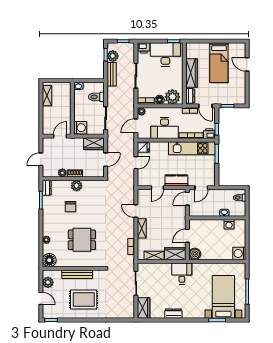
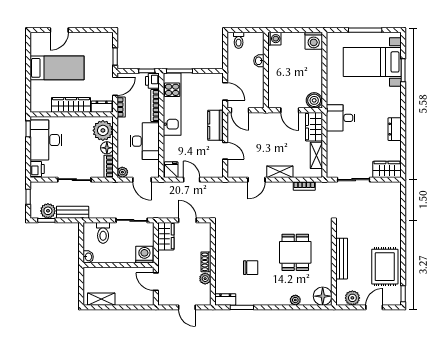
plant: (77, 186) -> (222, 259), removed
washing machine: (229, 224) -> (274, 39), moved
rug: (84, 299) -> (385, 267), moved

